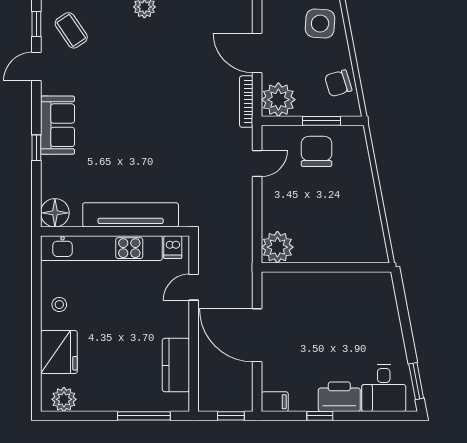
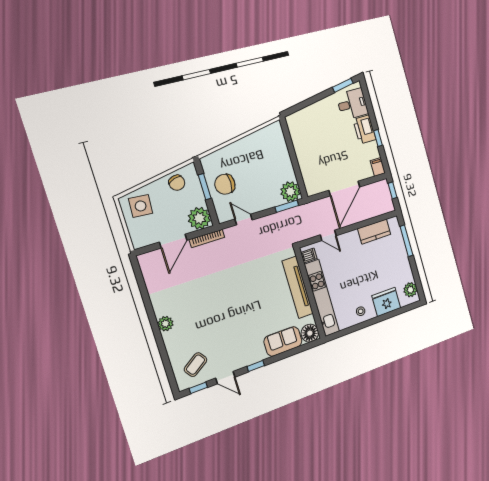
sofa: (58, 125) -> (283, 341), moved
window: (36, 148) -> (256, 366), moved
window: (257, 235) -> (287, 206), added

